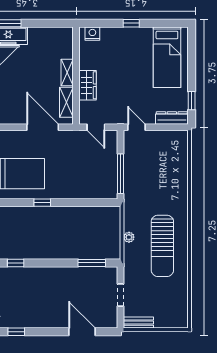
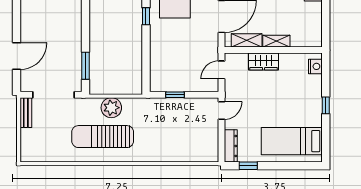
window: (121, 174) -> (175, 95), width x0.46
plant: (129, 237) -> (111, 108), width x1.88, depth x1.88
doorway: (121, 295) -> (53, 95), width x1.87

